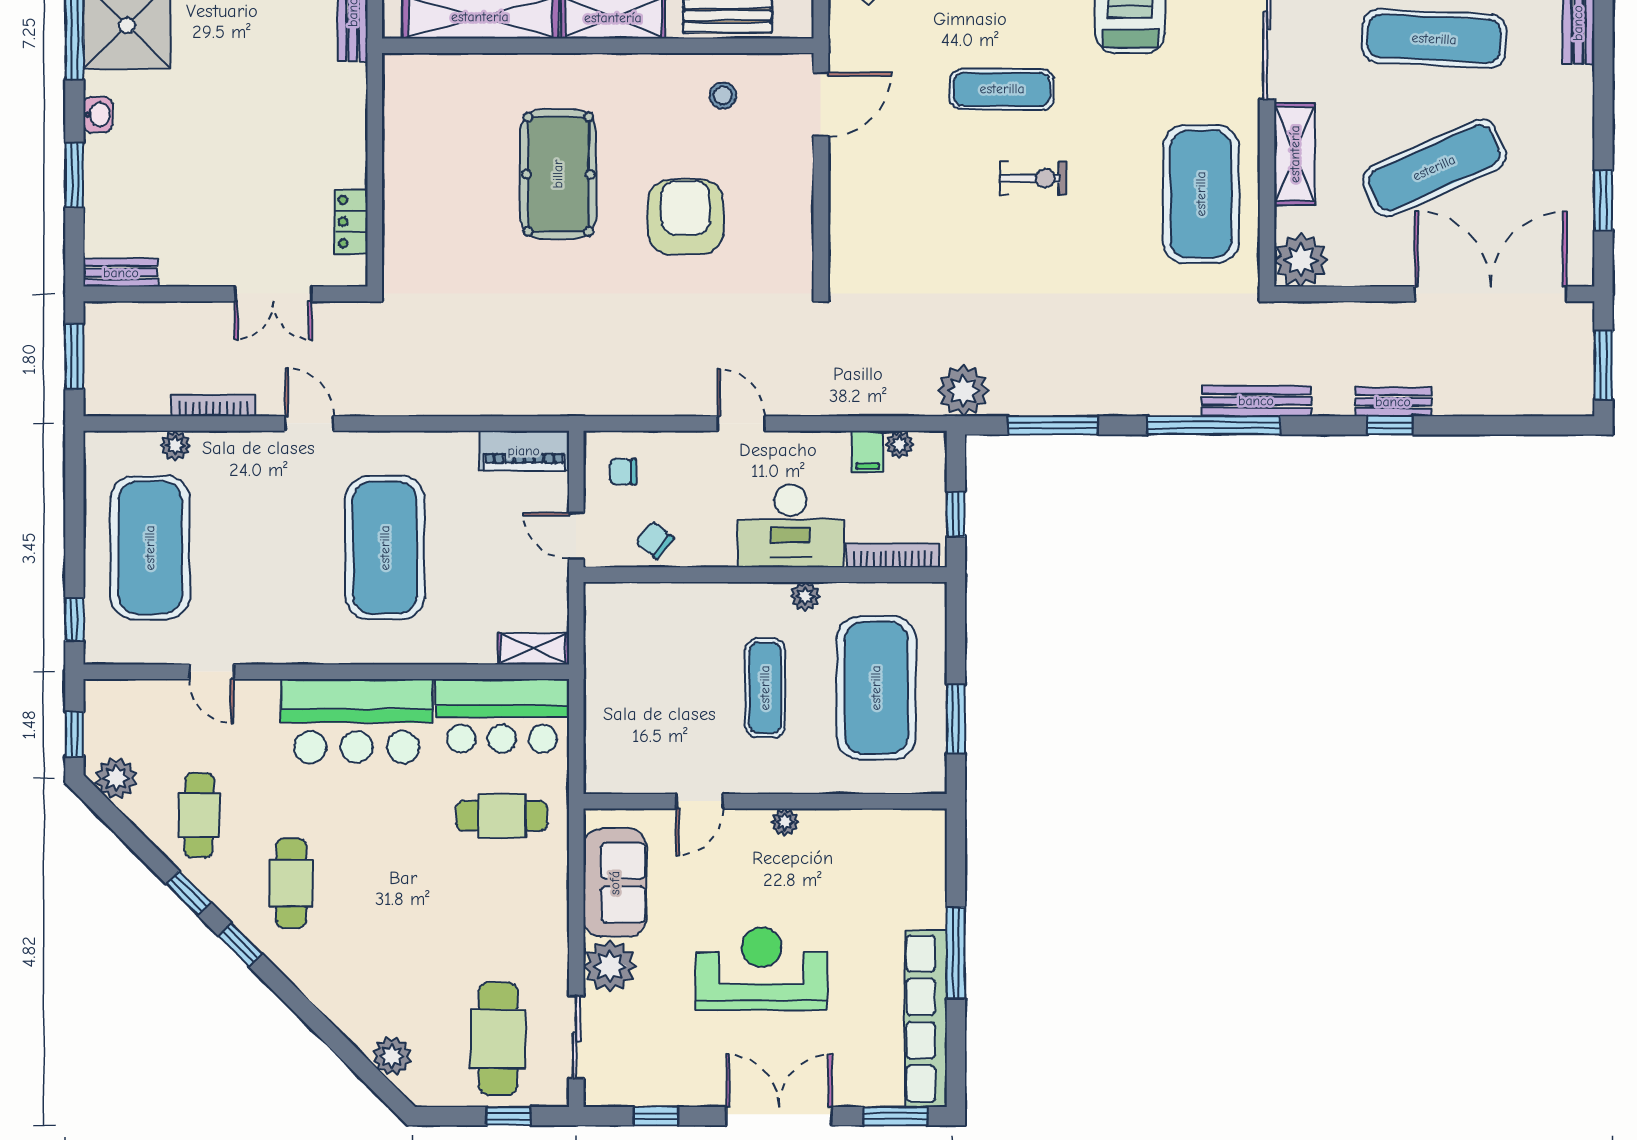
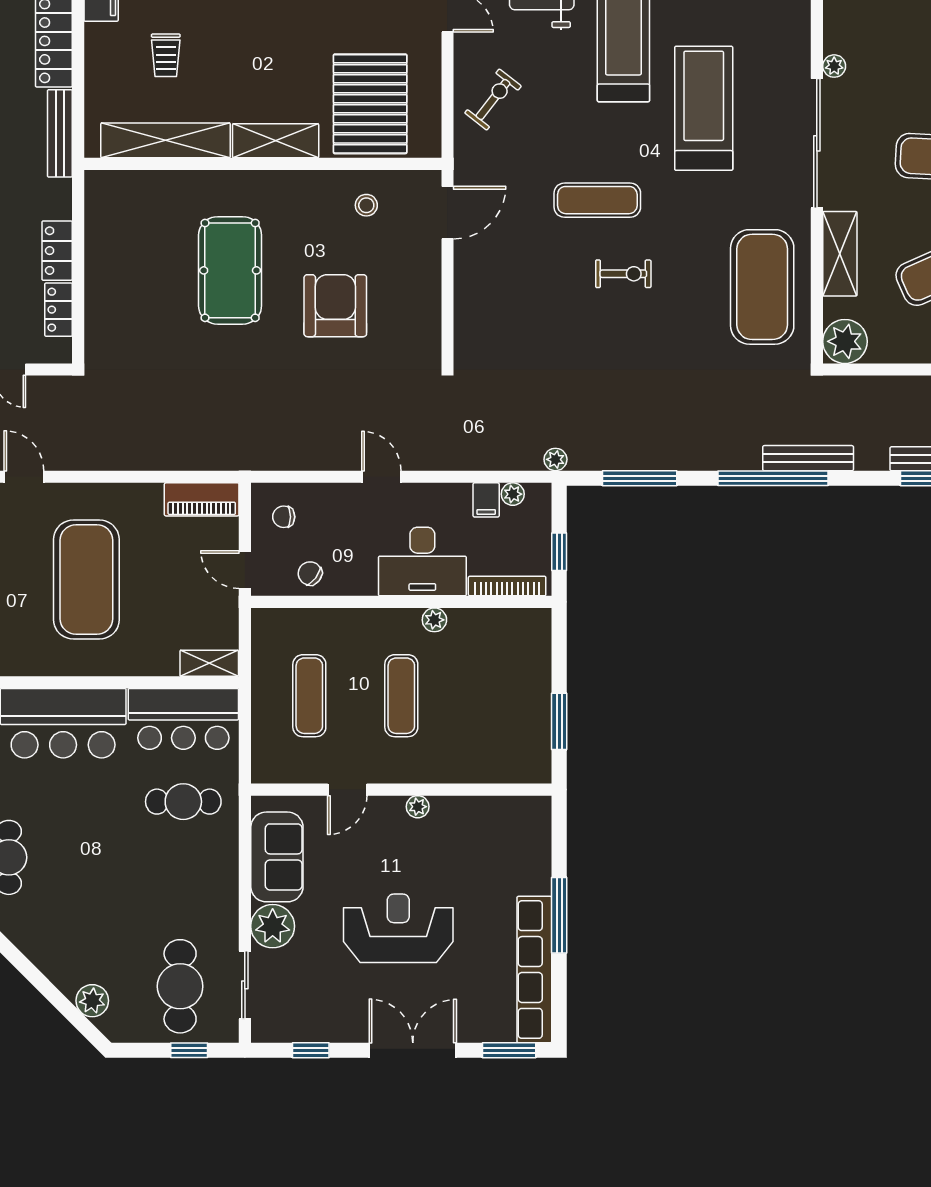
locker: (349, 150) -> (57, 251), added
plant: (963, 391) -> (555, 459), width x0.53, depth x0.53
exercise mat: (876, 688) -> (309, 696), moved, width x0.50, depth x0.69

